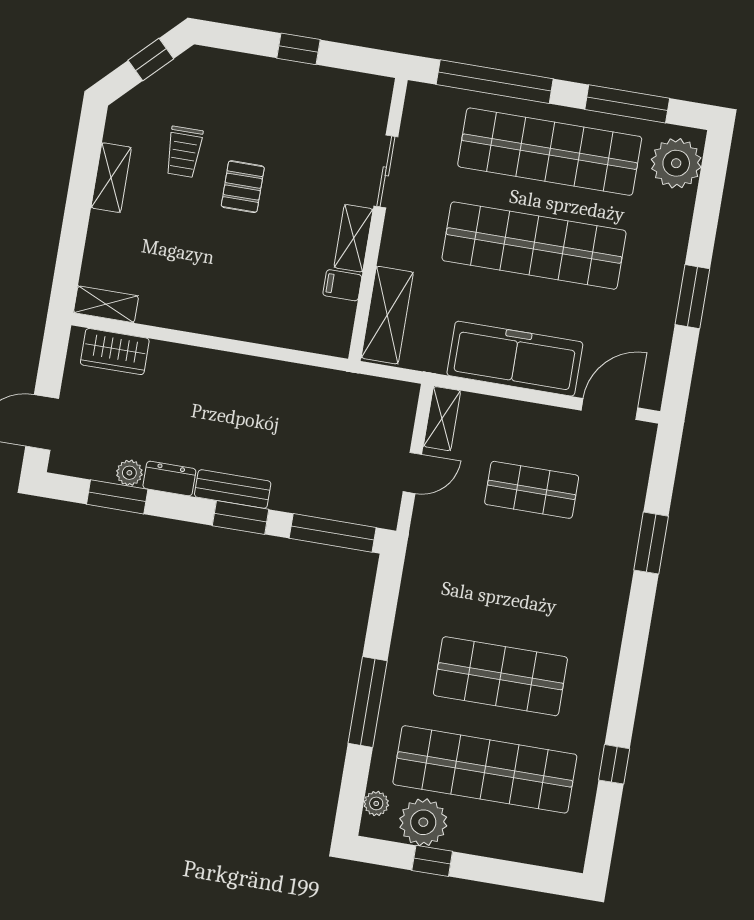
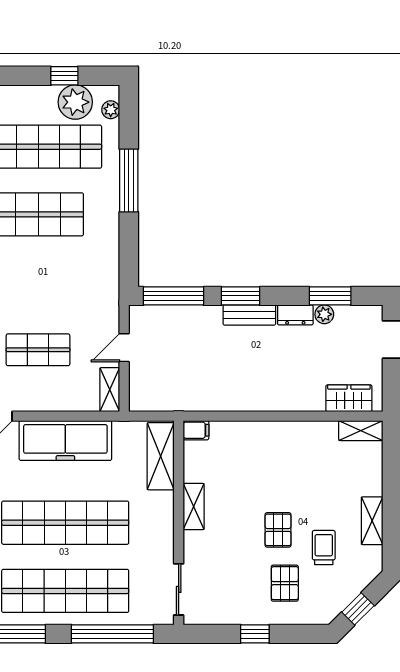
pallet: (246, 112) -> (285, 583), added
sliding door: (386, 171) -> (179, 589), moved
filing cabinet: (342, 285) -> (196, 430), moved

